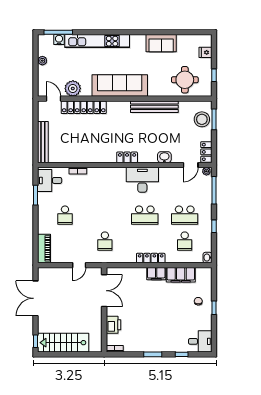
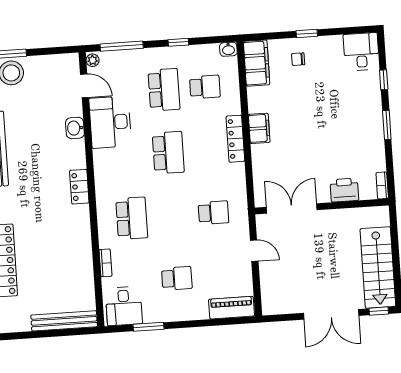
locker: (206, 152) -> (62, 62), removed
desk: (142, 180) -> (110, 122), moved
school desk: (105, 189) -> (132, 218), added
filing cabinet: (181, 275) -> (257, 63), moved
double door: (36, 298) -> (331, 314), moved

